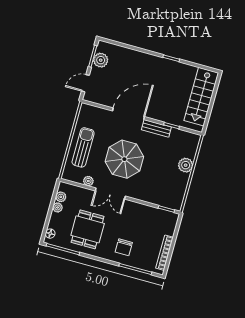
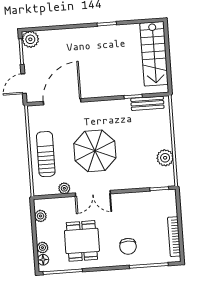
plant: (101, 60) -> (30, 39), moved
door: (128, 114) -> (62, 102), moved
bench: (156, 128) -> (147, 103), moved
plant: (186, 165) -> (165, 158), moved
plant: (58, 207) -> (42, 248), moved

